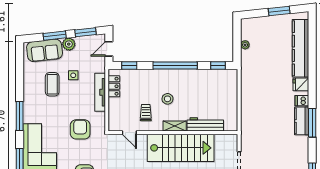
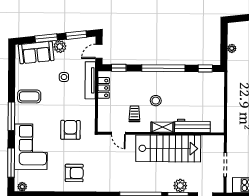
coffee table: (52, 84) -> (29, 96), moved, turned 90
tv unit: (100, 92) -> (90, 80), moved

